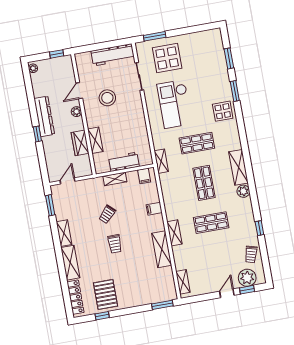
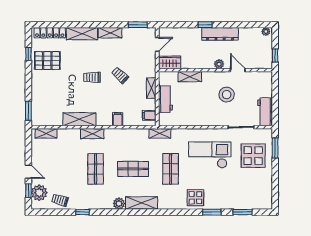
workbench: (113, 55) -> (265, 112), width x0.73
wardrobe: (80, 143) -> (170, 62), moved
door: (67, 181) -> (157, 44), hinge flipped

